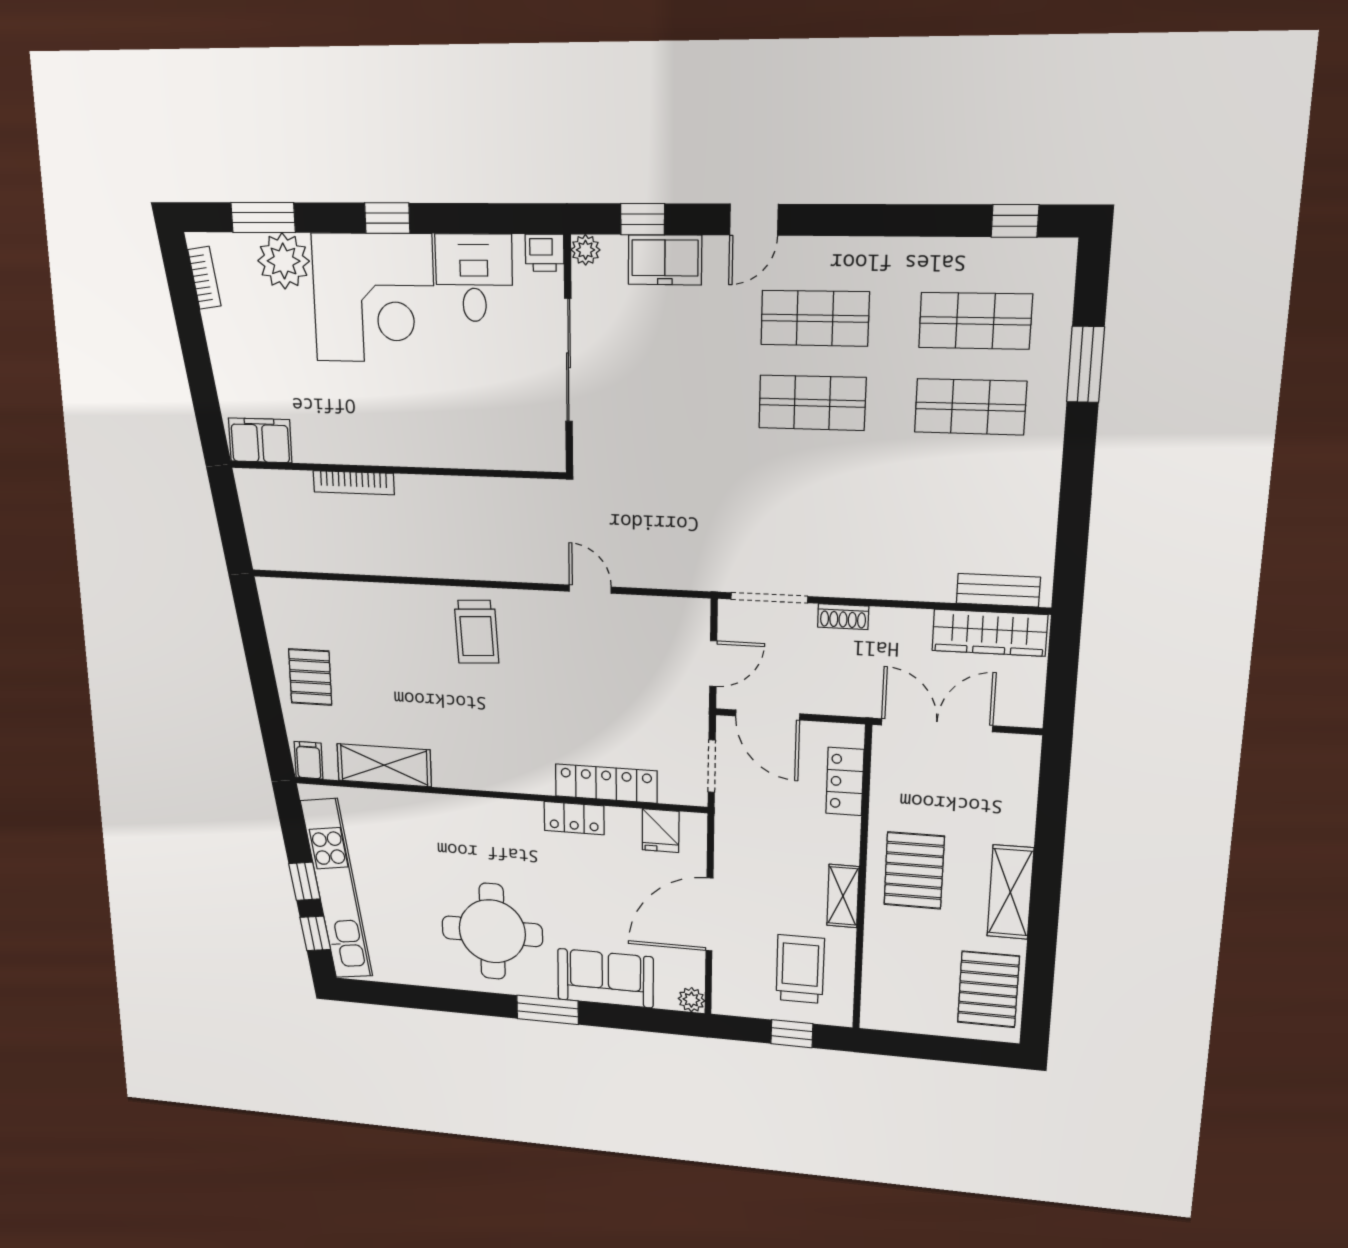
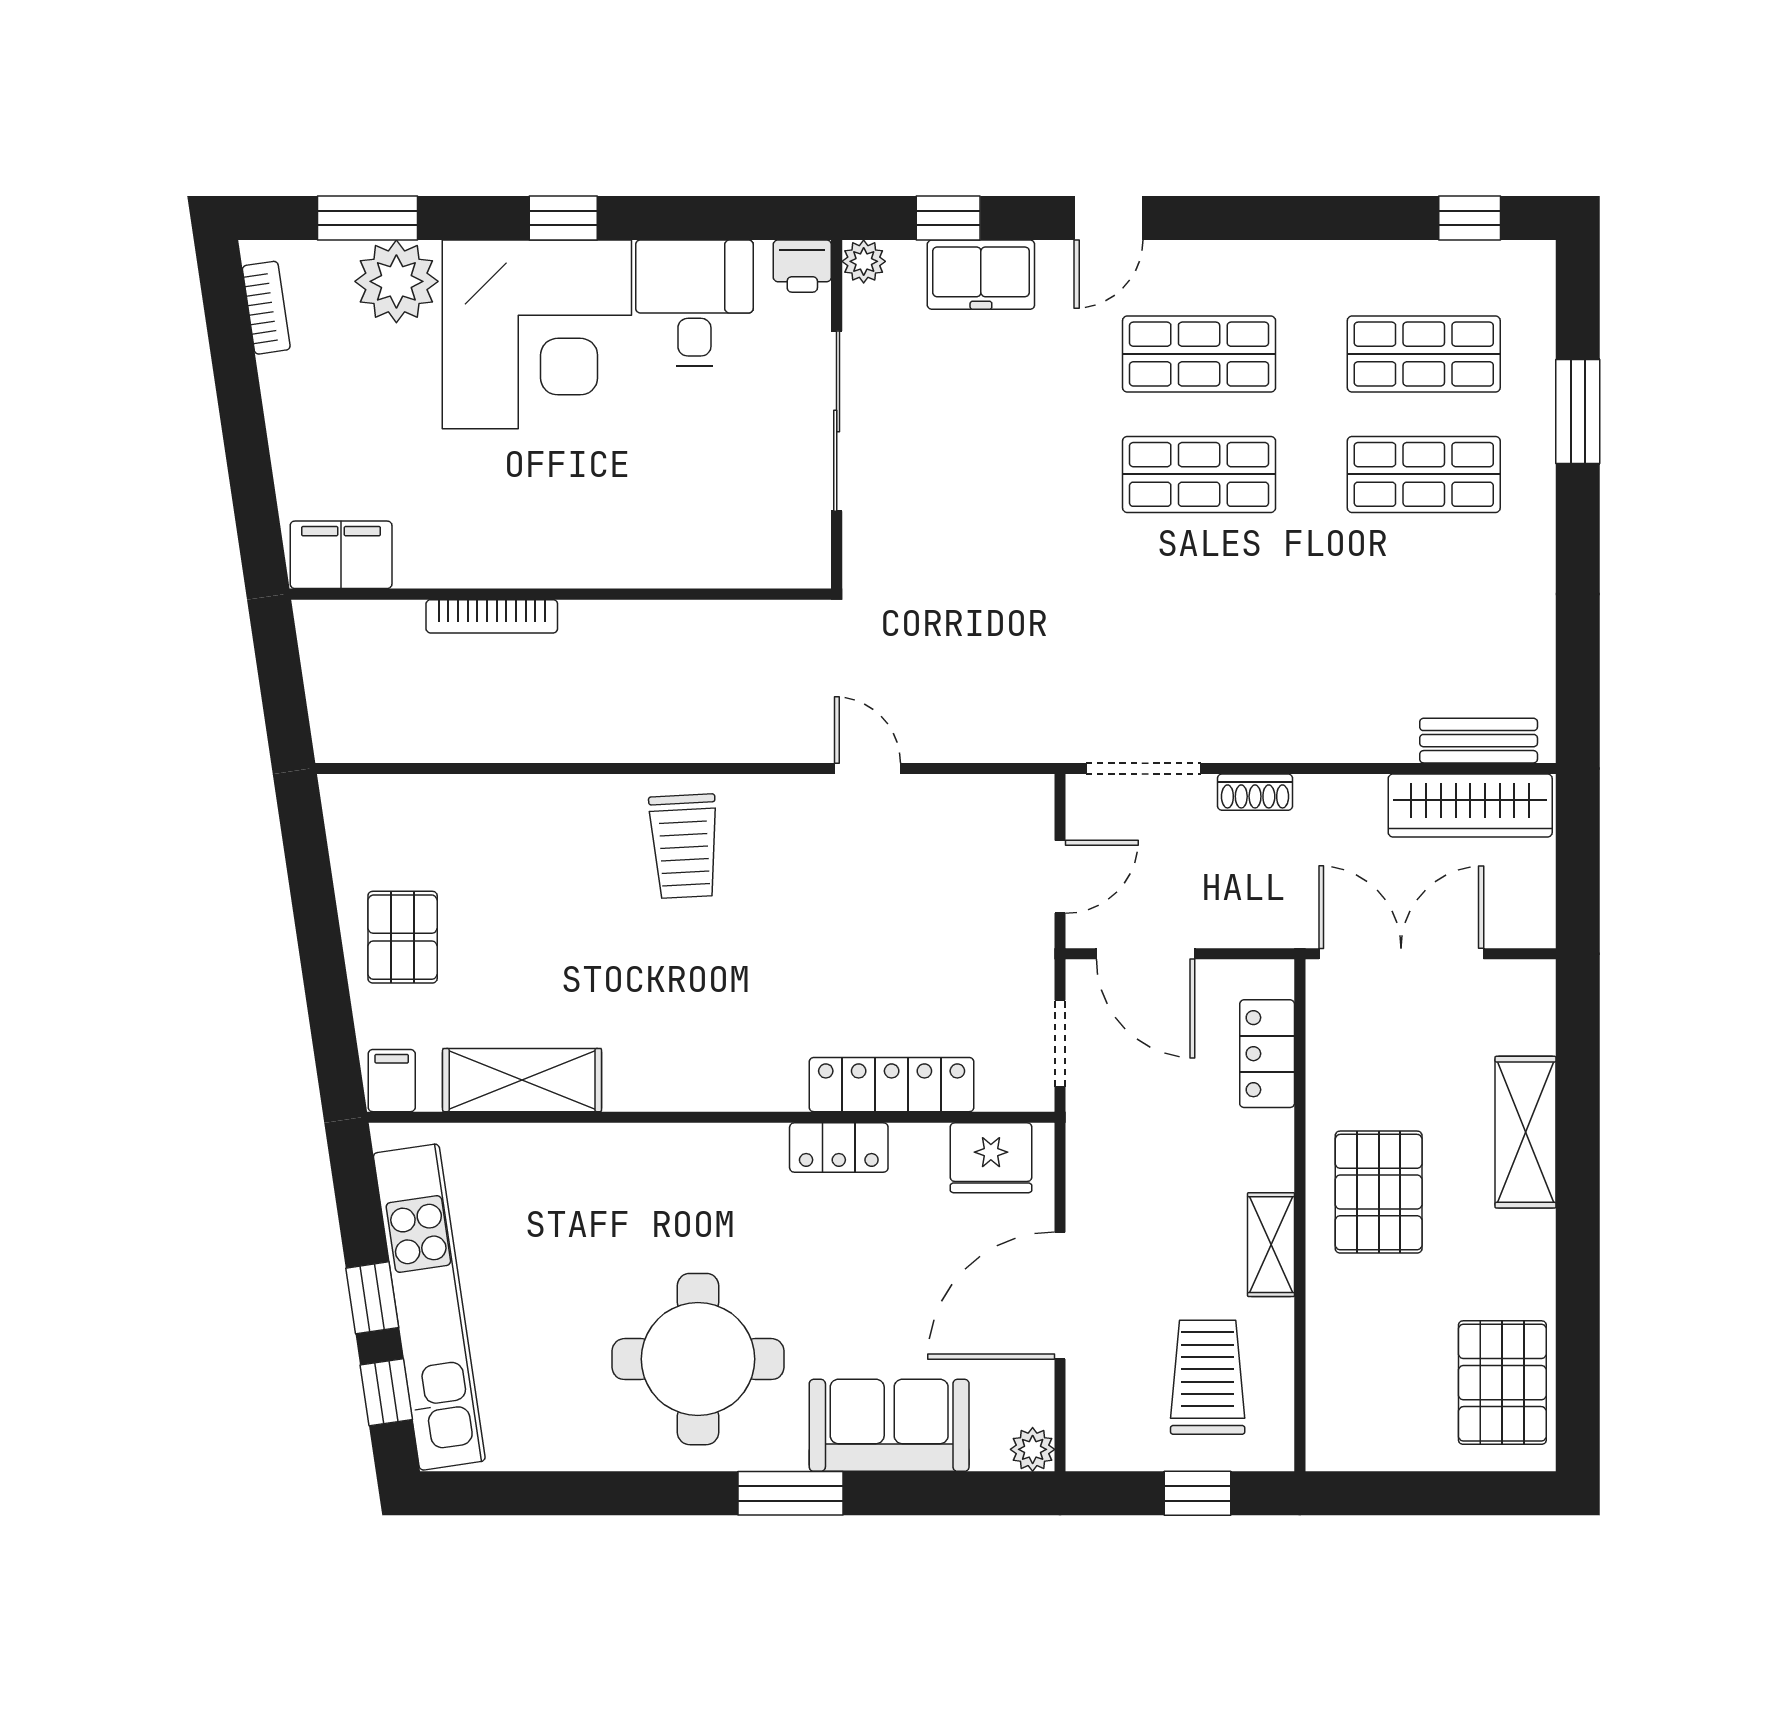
fridge: (661, 831) -> (991, 1158), width x1.38
shelving: (1010, 892) -> (1526, 1132), moved

